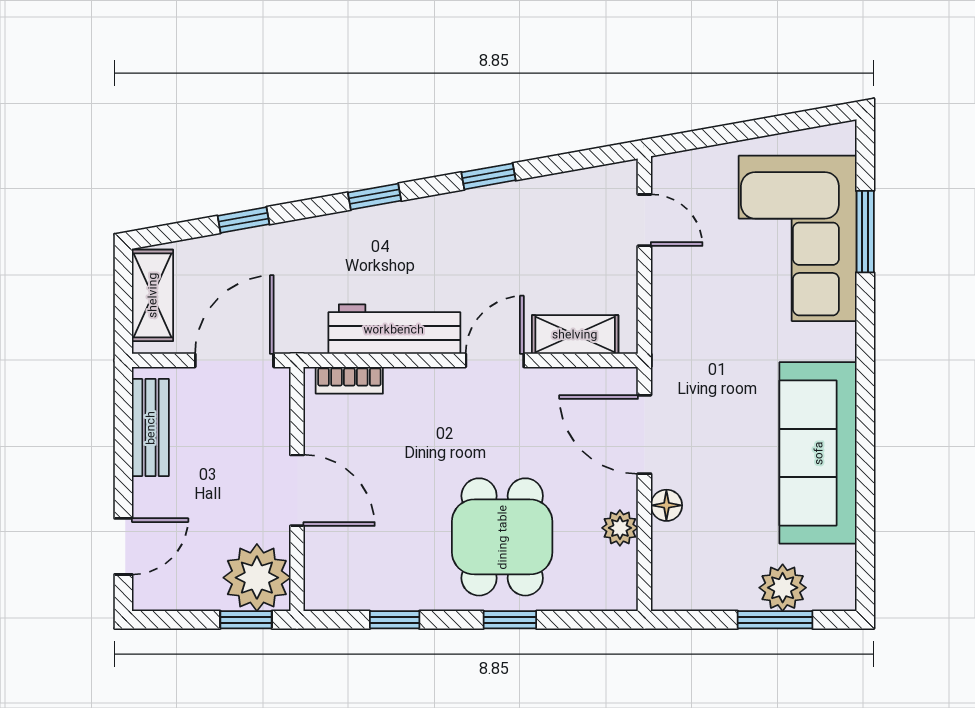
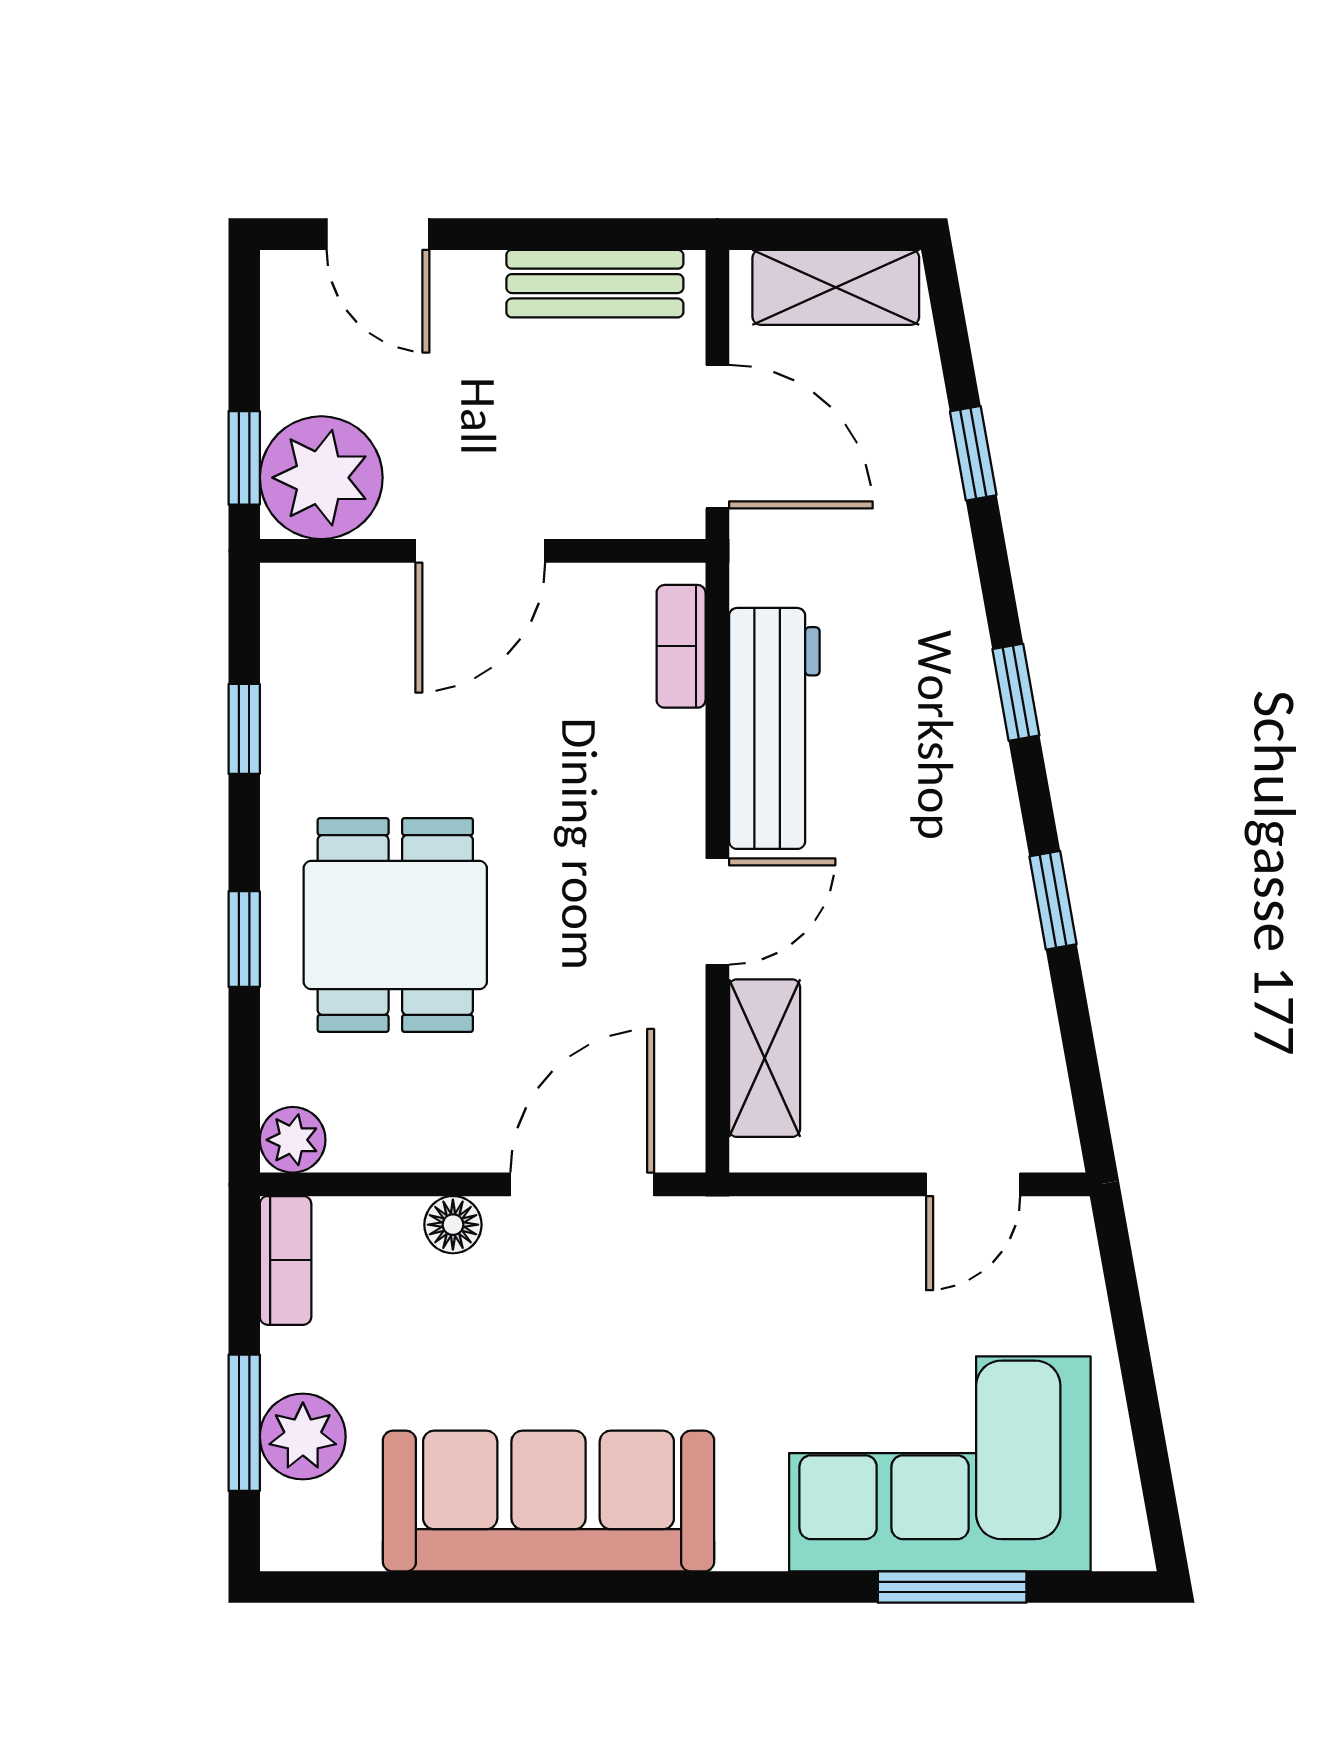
door: (495, 360) -> (717, 911), hinge flipped
plant: (620, 528) -> (293, 1140), moved
dining table: (502, 537) -> (395, 925), turned 90
bookcase: (686, 597) -> (286, 1260), added

